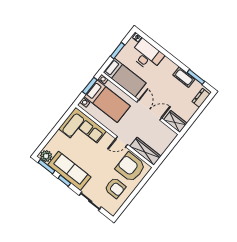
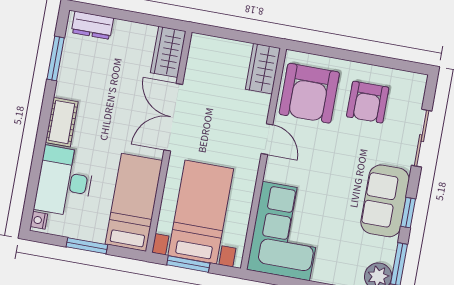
cot: (184, 77) -> (62, 122), moved
wardrobe: (145, 151) -> (263, 69), width x0.67
sofa: (69, 171) -> (385, 201), width x0.73
armchair: (115, 188) -> (368, 102), turned 180

